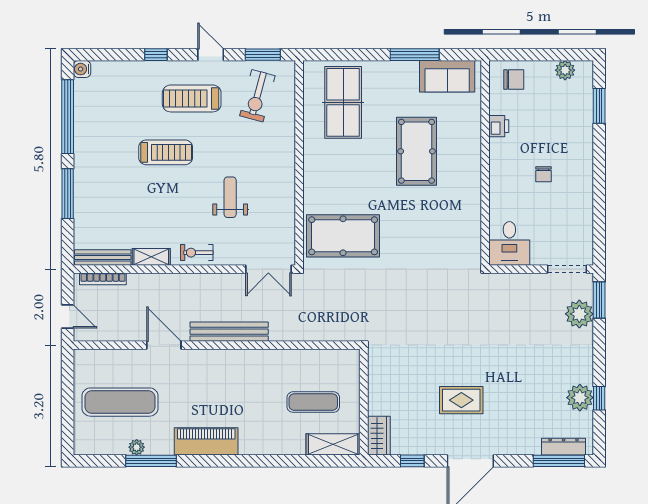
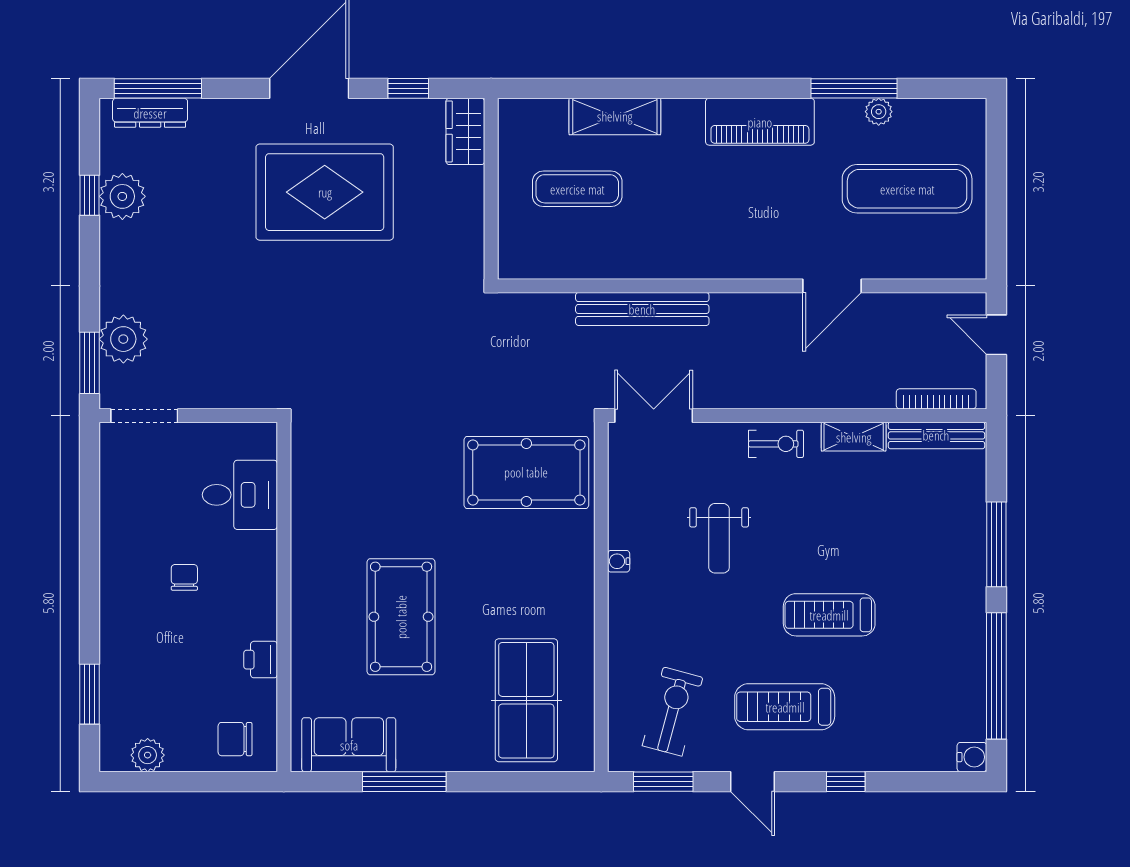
treadmill: (192, 98) -> (785, 707), turned 180
water cooler: (289, 184) -> (619, 561), added
desk: (509, 243) -> (240, 495), moved, turned 90
bench: (229, 332) -> (642, 309), moved
door: (164, 345) -> (832, 286), hinge flipped
rug: (461, 400) -> (325, 192), width x1.86, depth x2.06
shelving: (333, 444) -> (615, 116), moved

